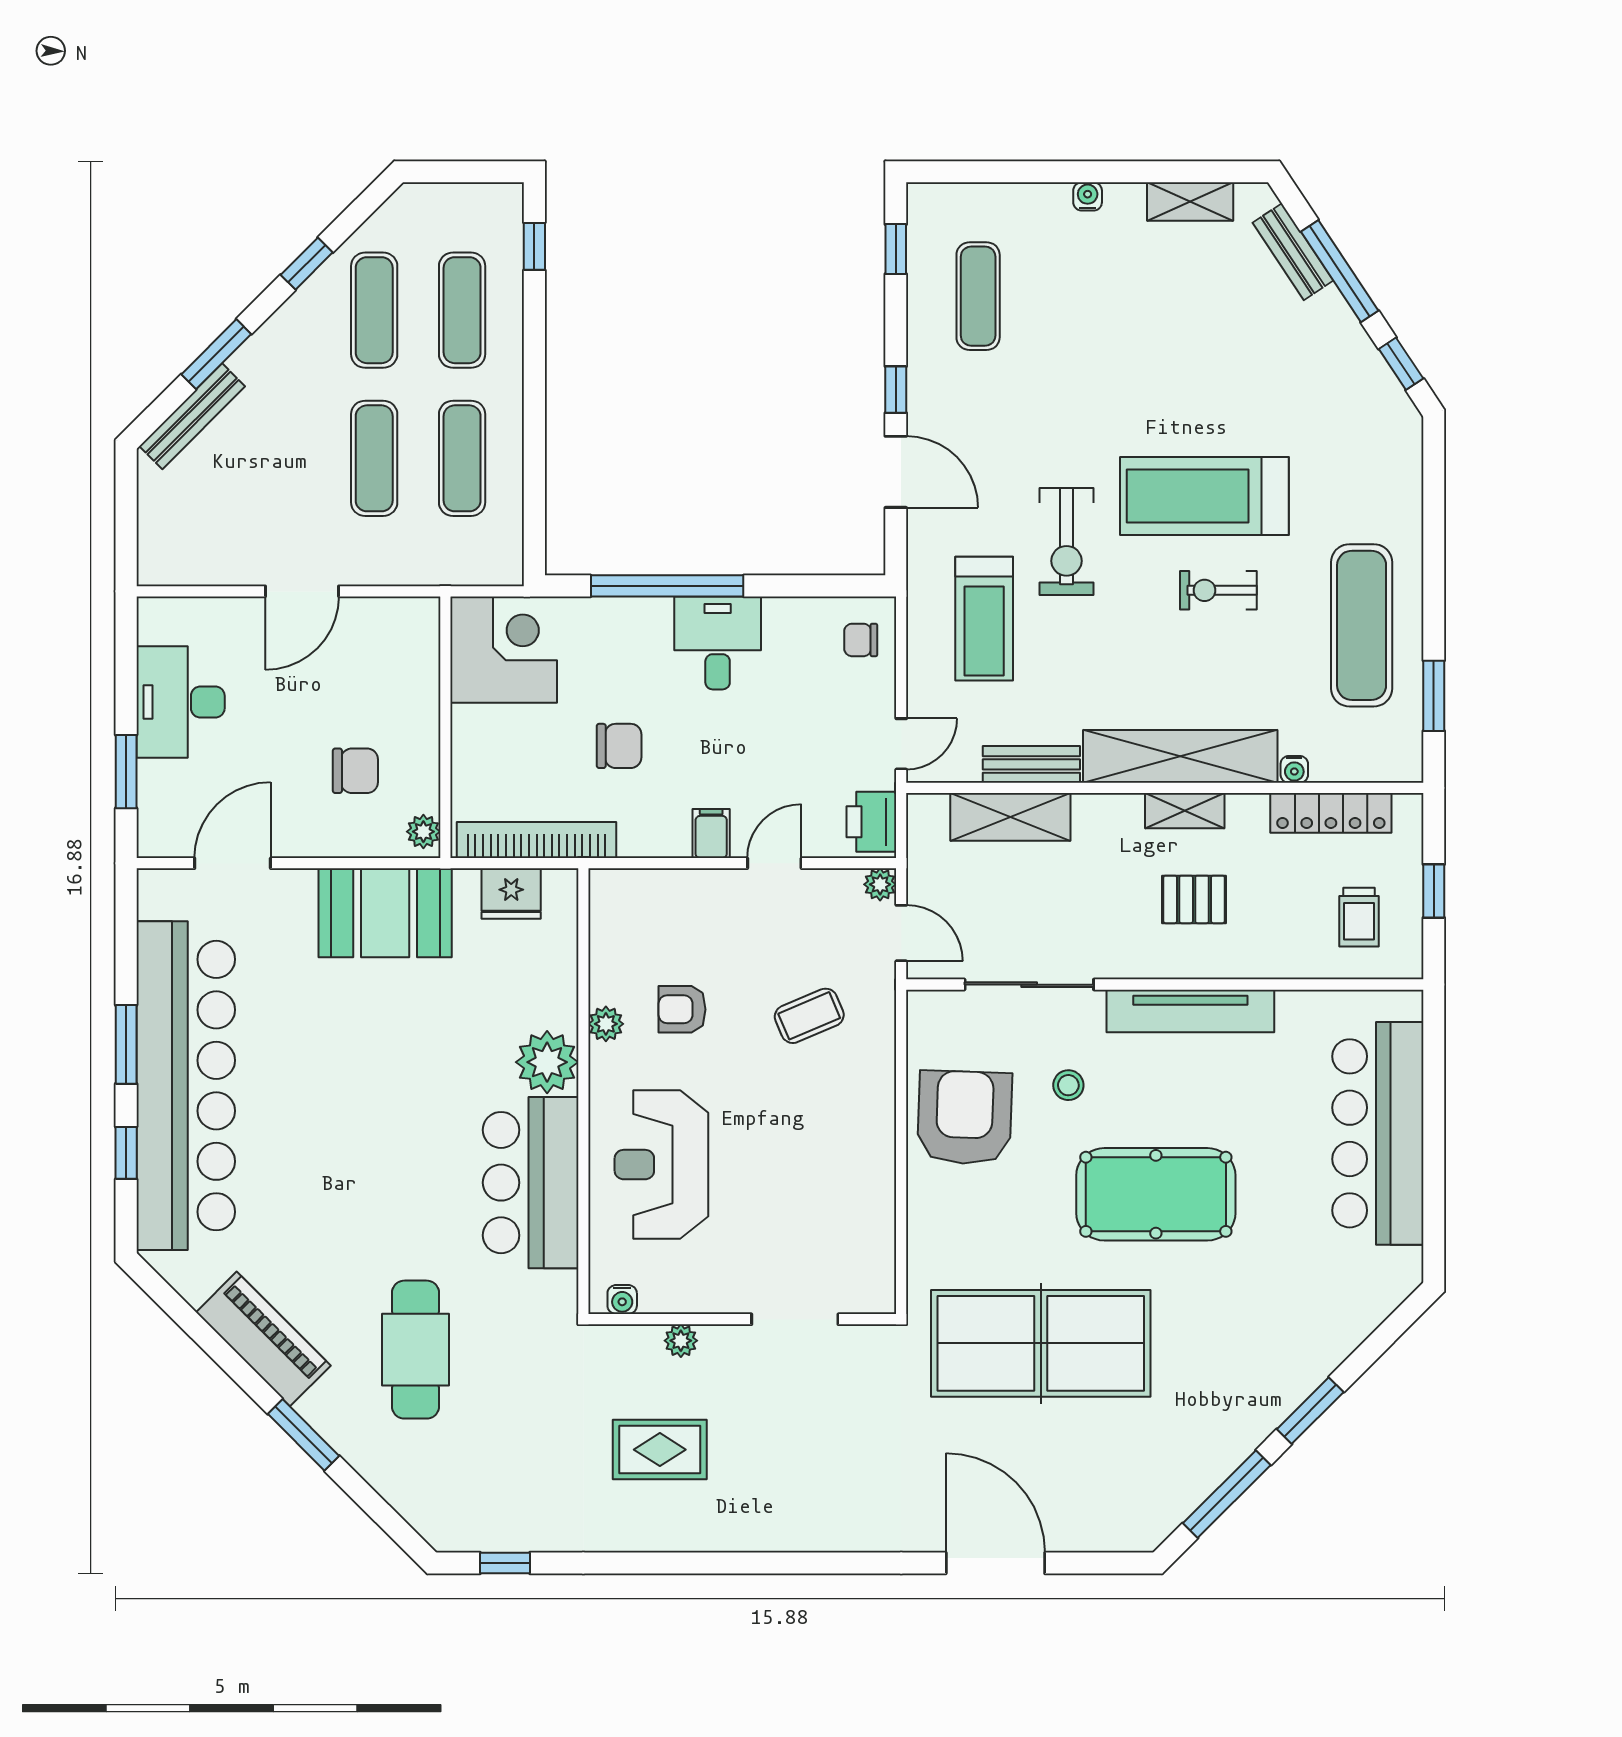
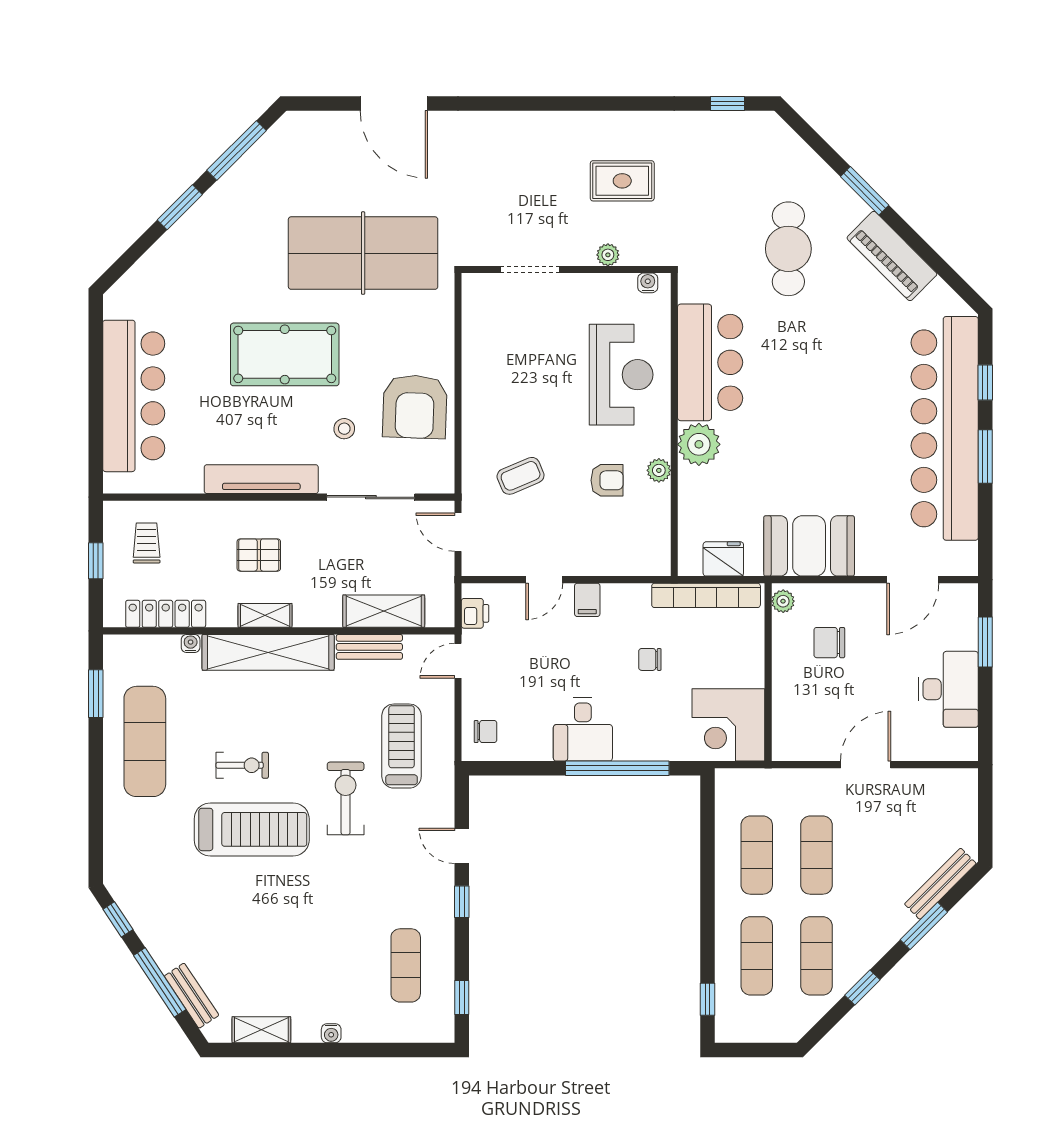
door: (896, 472) -> (462, 846), width x0.73
chair: (619, 746) -> (650, 659), width x0.73, depth x0.73
printer: (871, 822) -> (475, 613), width x0.73, depth x0.81
plant: (880, 884) -> (472, 565), removed

